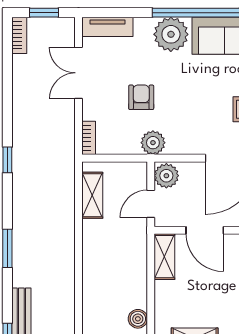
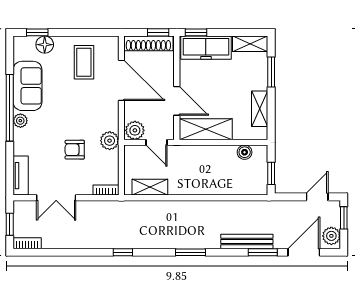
plant: (171, 34) -> (20, 121), width x0.53, depth x0.53
door: (205, 230) -> (177, 101), hinge flipped
shelving: (164, 257) -> (206, 129), width x1.50, depth x1.33

